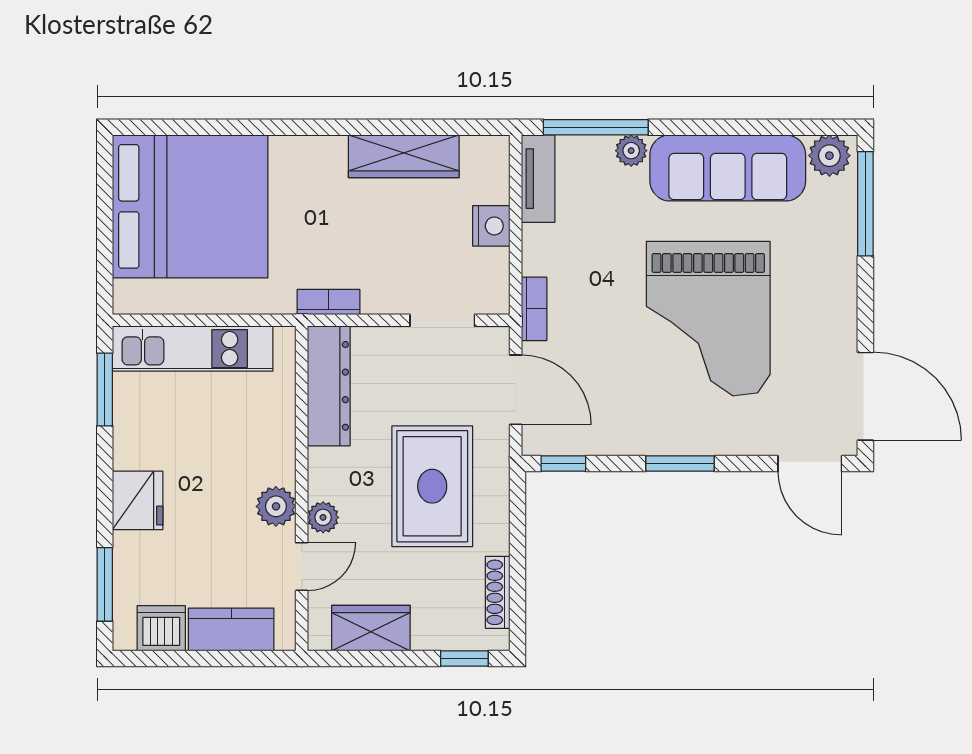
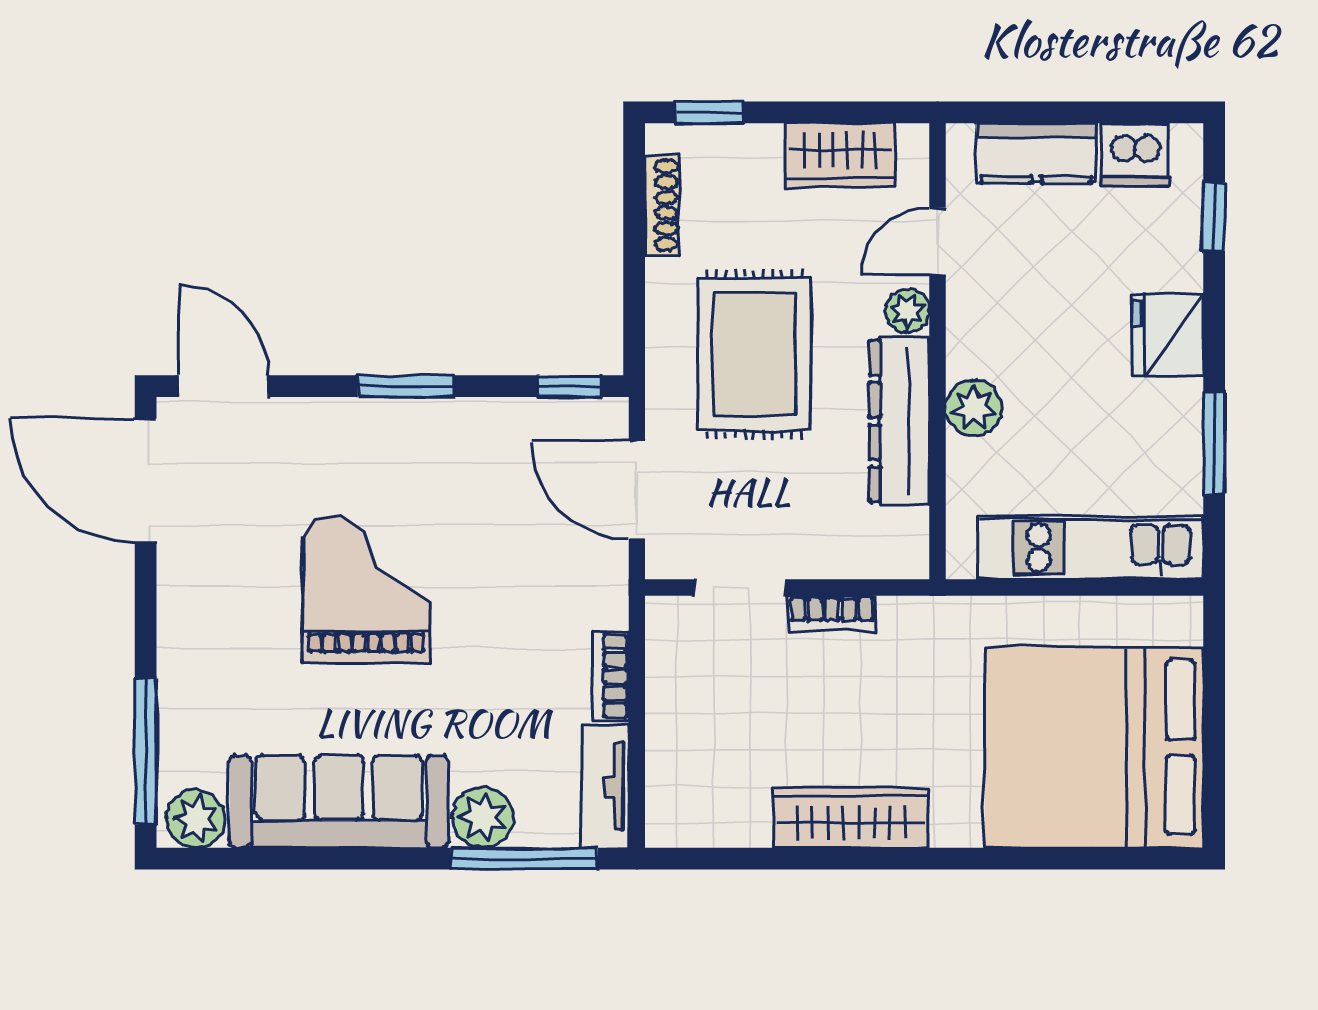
plant: (631, 151) -> (483, 818), width x1.38, depth x1.38
wardrobe: (404, 156) -> (851, 818), moved
nightstand: (491, 226) -> (671, 720), removed
bookcase: (328, 302) -> (832, 613), moved
bookcase: (534, 309) -> (611, 676), moved
grand piano: (708, 319) -> (366, 590), width x0.73, depth x0.68
dresser: (329, 386) -> (899, 421), moved
window: (105, 390) -> (1214, 443), moved
plant: (276, 506) -> (974, 408), moved
window: (105, 584) -> (1214, 217), width x0.67

